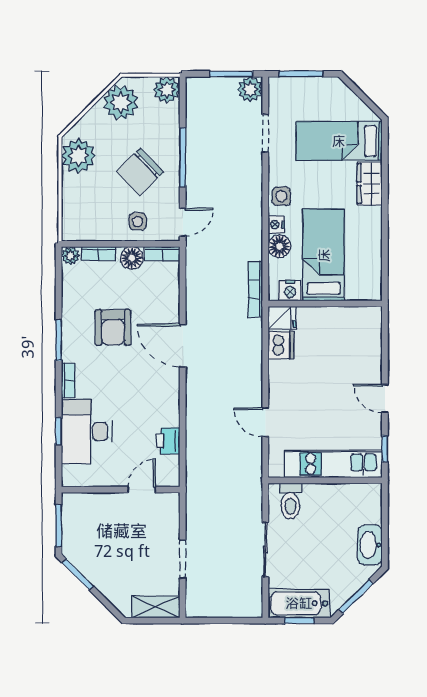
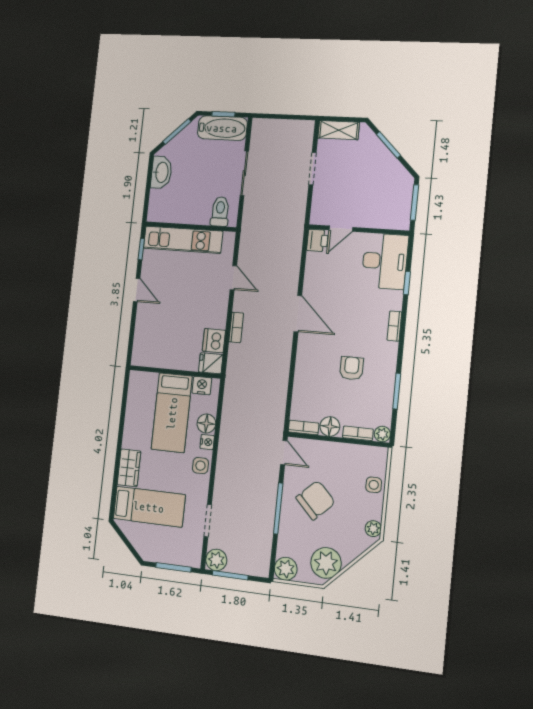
plant: (78, 156) -> (373, 529), width x0.53, depth x0.53
side table: (138, 221) -> (374, 485), moved
door: (183, 222) -> (284, 453), swing flipped
bookcase: (255, 289) -> (236, 327), moved, width x0.64
armchair: (113, 327) -> (352, 368), width x0.72, depth x0.72
window: (59, 340) -> (397, 391), moved
door: (183, 345) -> (298, 314), moved
desk: (87, 431) -> (385, 261), moved
printer: (168, 441) -> (317, 240), moved
window: (78, 574) -> (388, 145), moved

